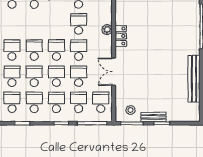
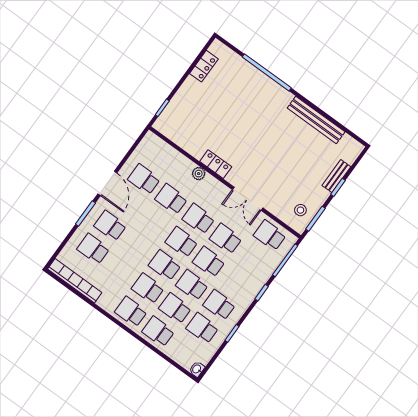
school desk: (56, 102) -> (236, 282), removed
school desk: (79, 102) -> (253, 258), removed
bench: (153, 117) -> (336, 176), moved

